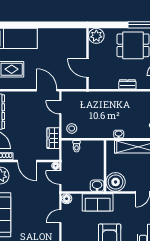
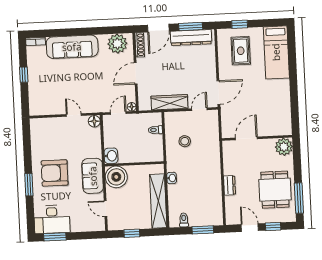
stool: (72, 128) -> (185, 141), moved
wardrobe: (53, 138) -> (169, 102), width x1.50
sofa: (98, 202) -> (93, 176), moved

